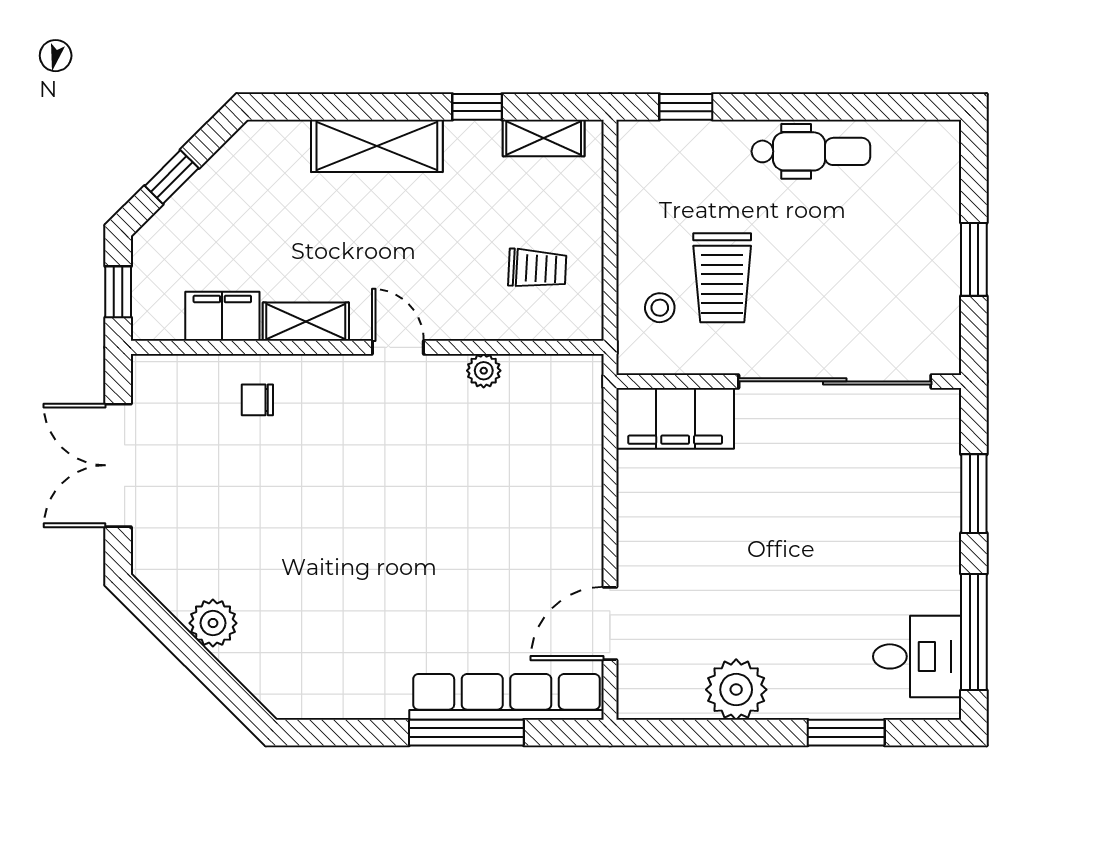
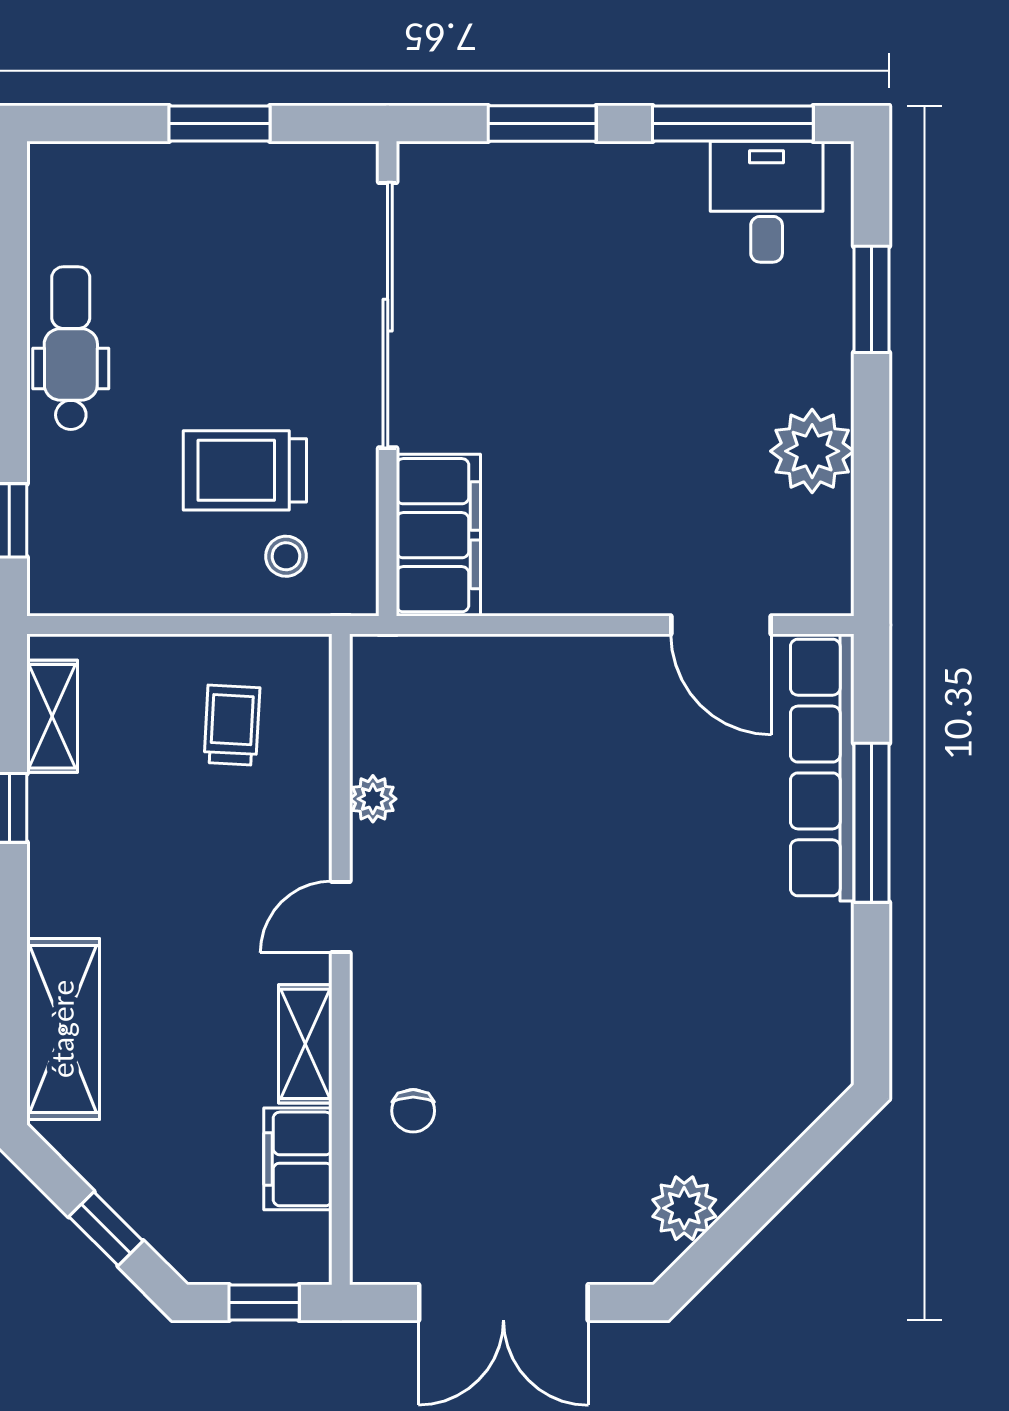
shelving: (377, 146) -> (63, 1029), moved
trolley: (722, 278) -> (245, 470), turned 180
plant: (213, 623) -> (684, 1208), moved

